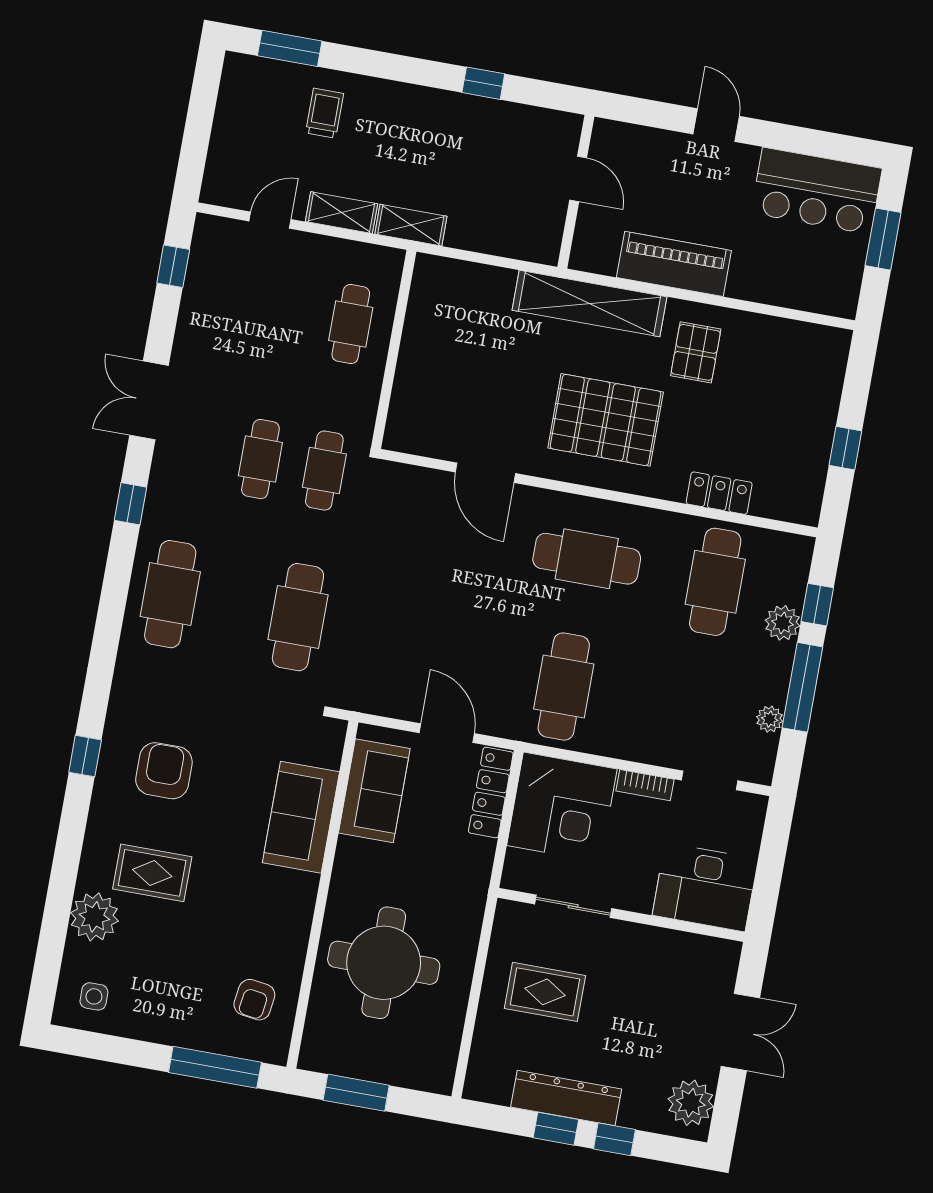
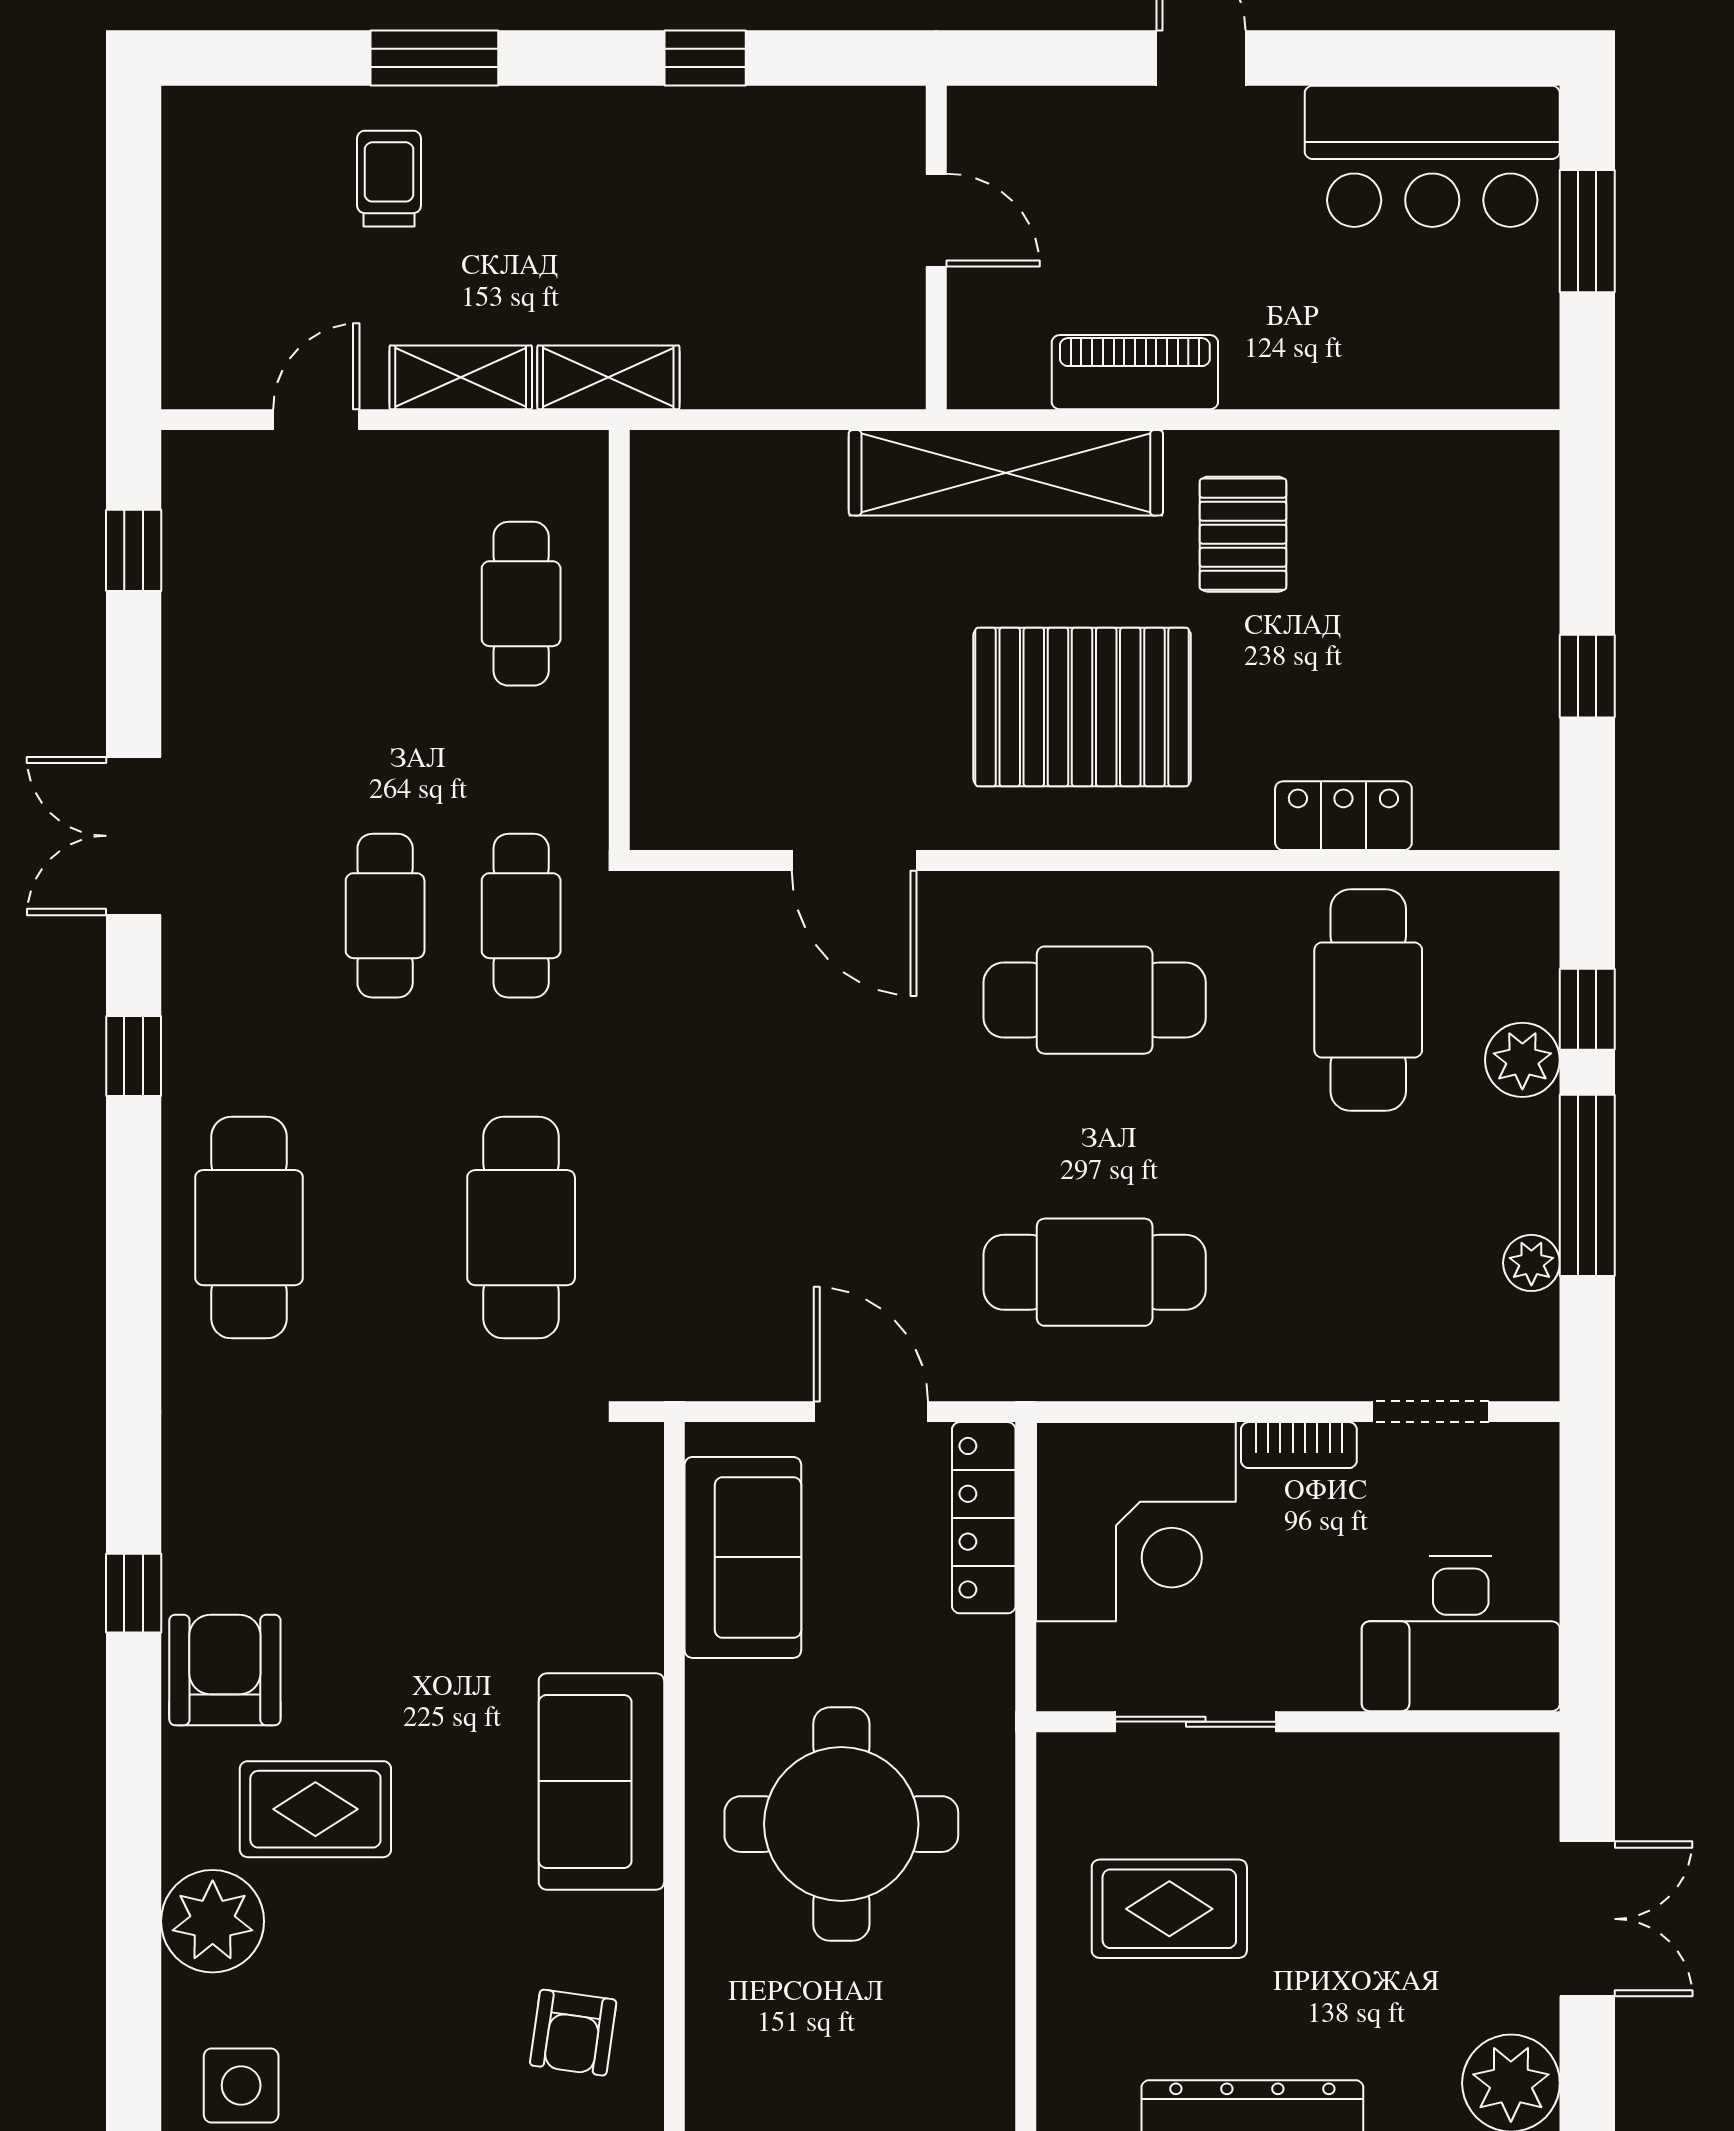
window: (290, 48) -> (434, 58), moved
piano: (674, 264) -> (1135, 372), width x0.73, depth x0.75
cafe table: (564, 687) -> (1095, 1272), turned 90
armchair: (164, 771) -> (225, 1670), moved
sofa: (301, 817) -> (601, 1781), moved
round table: (384, 963) -> (841, 1824), moved
side table: (94, 996) -> (241, 2085), width x1.37, depth x1.37

